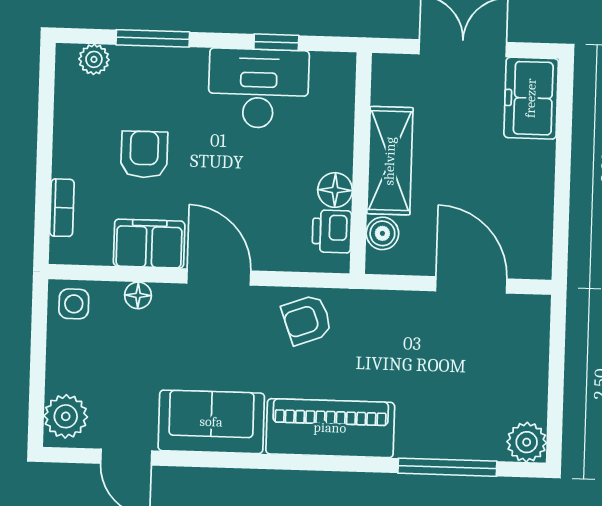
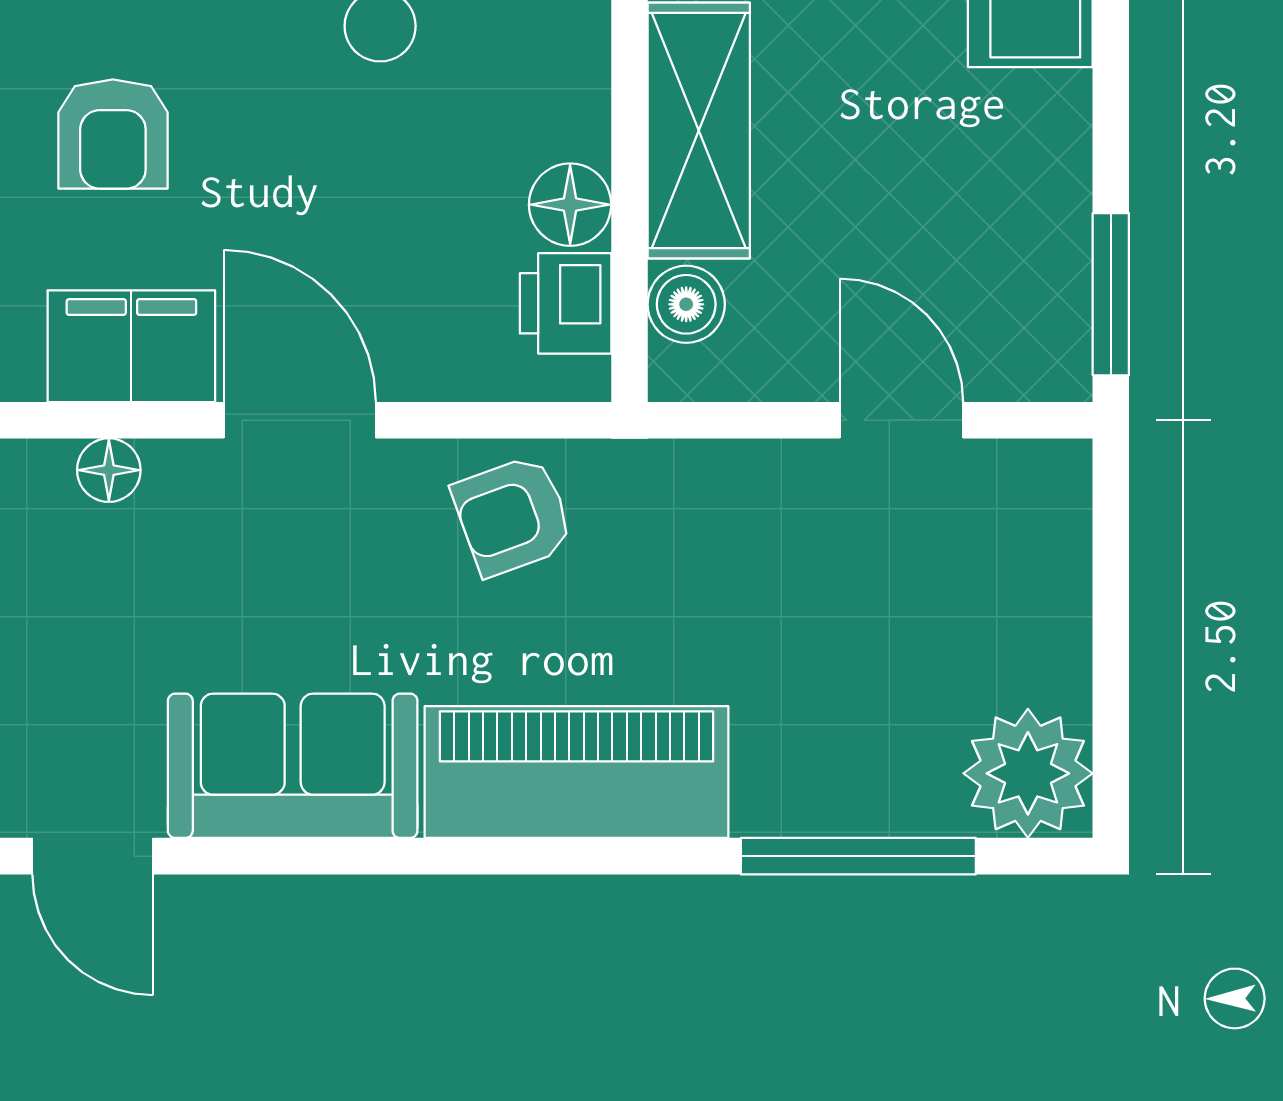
armchair: (144, 154) -> (113, 134), turned 180
window: (561, 235) -> (1111, 294), added
door: (471, 285) -> (901, 420), width x0.73
plant: (527, 442) -> (1028, 773), width x1.36, depth x1.36

